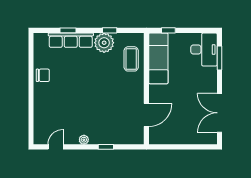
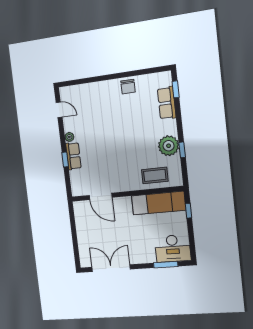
window: (68, 30) -> (176, 89), moved
row of seats: (71, 40) -> (167, 103), width x0.68
row of seats: (103, 138) -> (73, 156), added

